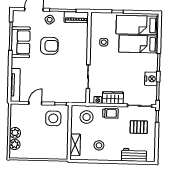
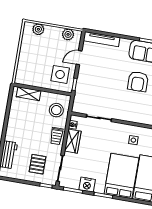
bed: (138, 44) -> (121, 176), width x1.50
door: (35, 103) -> (79, 58), swing flipped
plant: (15, 133) -> (68, 34), moved
stool: (99, 145) -> (24, 119), removed

